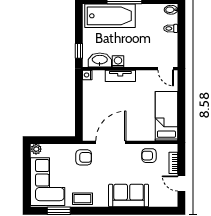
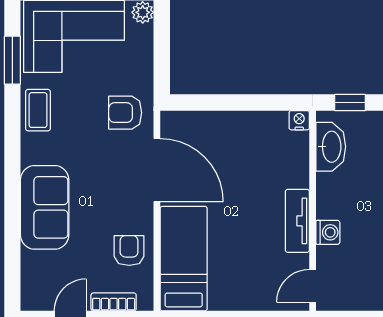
washing machine: (118, 61) -> (328, 232), moved
tv unit: (120, 76) -> (297, 221), moved
bed: (166, 116) -> (184, 259), moved, turned -90
armchair: (84, 157) -> (125, 113), turned 90

